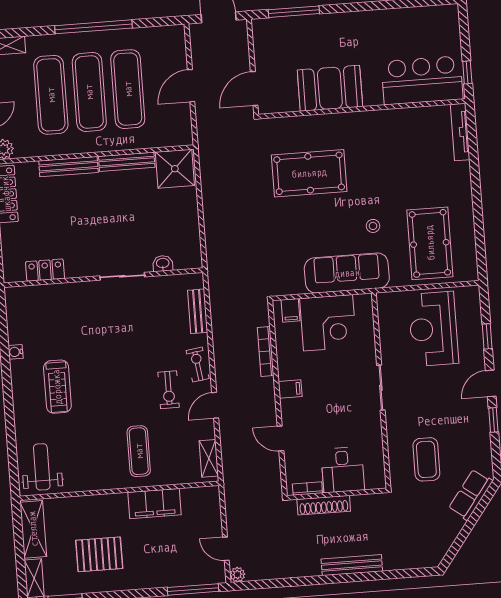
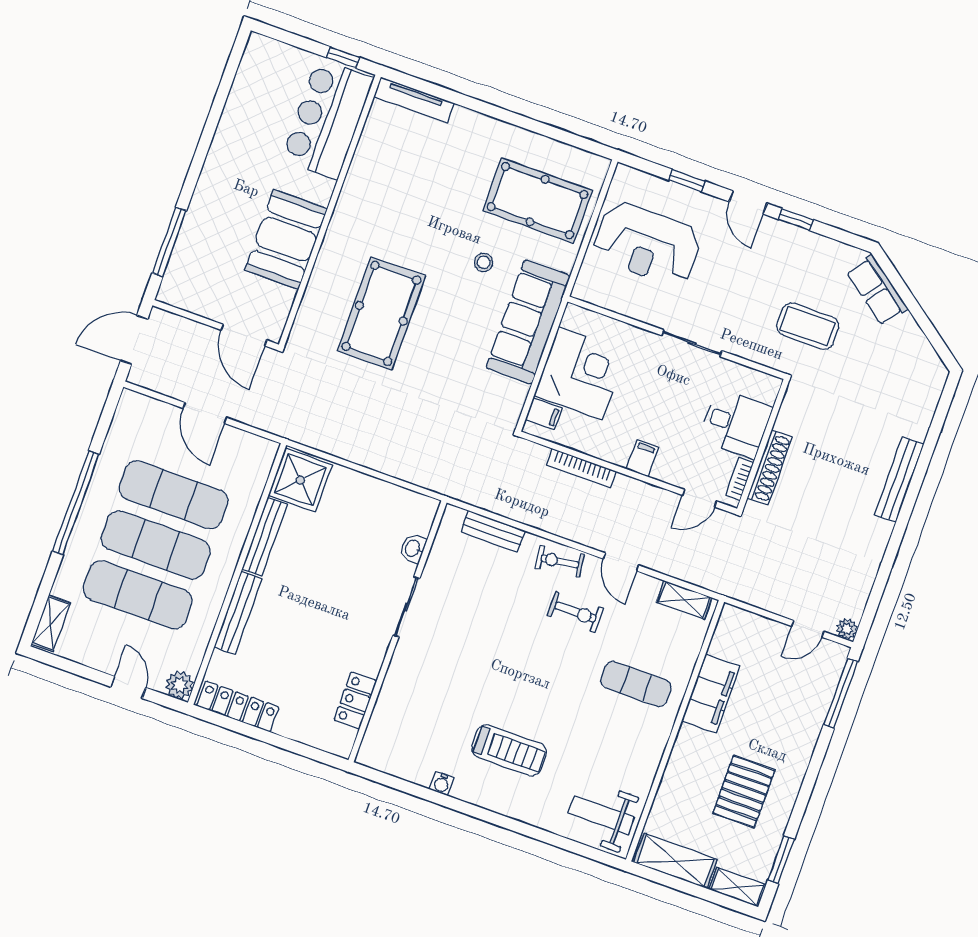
desk: (343, 470) -> (736, 424), moved
bookcase: (307, 488) -> (739, 479), moved
wall: (337, 494) -> (763, 445), moved
shoe rack: (324, 505) -> (770, 468), moved

